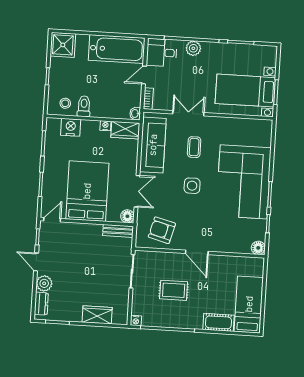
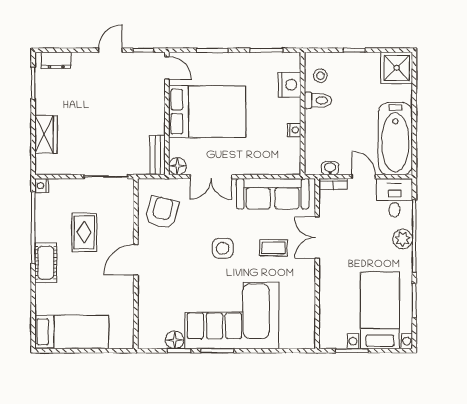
bed with nightstands: (245, 91) -> (380, 310), moved
washbasin: (135, 113) -> (330, 168), moved
double door: (188, 113) -> (317, 238), swing flipped
wardrobe: (125, 130) -> (290, 157), removed
floor lamp: (258, 248) -> (175, 340), moved
plant: (44, 283) -> (83, 63), removed
cot: (218, 322) -> (46, 263), moved

